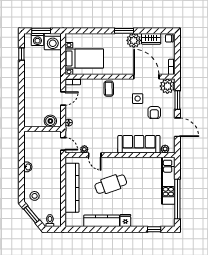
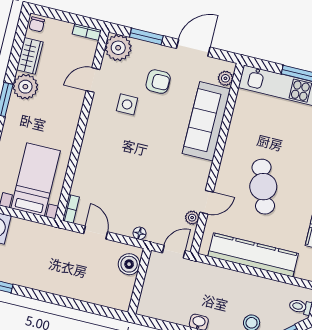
door: (146, 77) -> (93, 80), width x0.53
coffee table: (109, 89) -> (98, 150), removed

